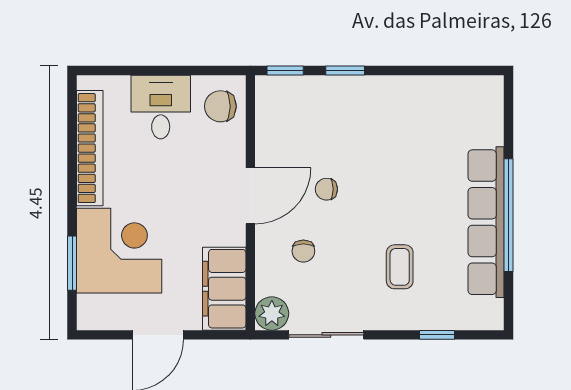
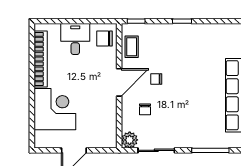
window: (345, 71) -> (182, 21), moved
window: (72, 263) -> (32, 115), removed
coffee table: (400, 267) -> (132, 47), moved
filing cabinet: (224, 289) -> (106, 128), removed
window: (437, 335) -> (210, 150), width x2.17

